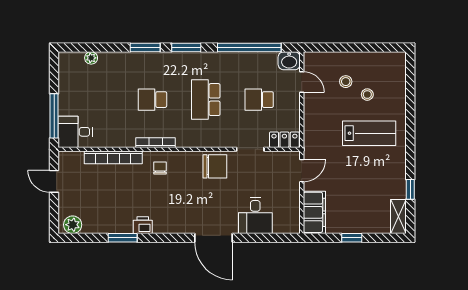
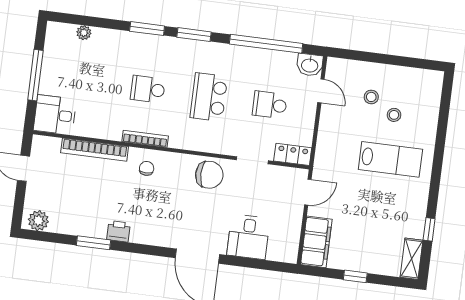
window: (54, 116) -> (35, 75), moved

